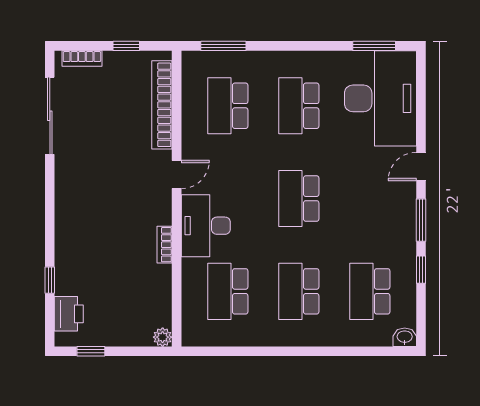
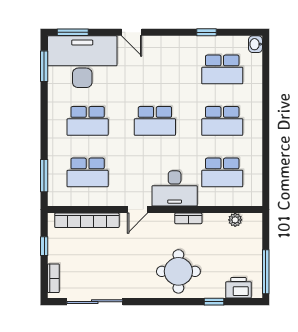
door: (177, 175) -> (137, 210), swing flipped
window: (421, 220) -> (73, 32), moved
round table: (91, 231) -> (178, 271), added
plant: (163, 337) -> (235, 220), moved
window: (91, 351) -> (266, 272), width x2.17

